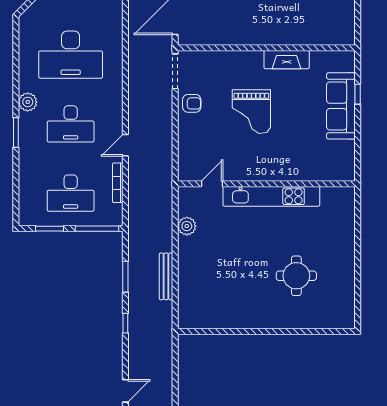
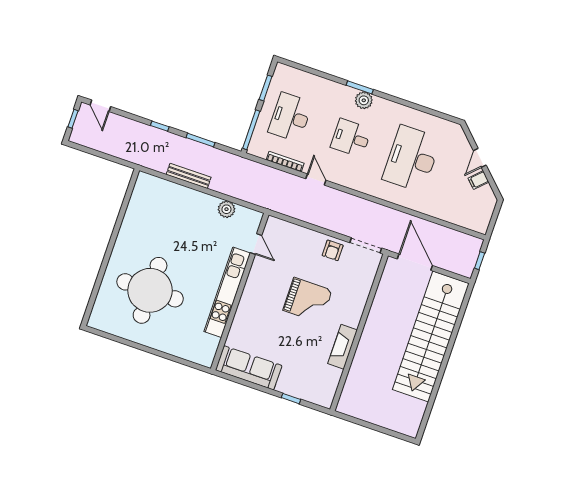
plant: (28, 102) -> (364, 100), moved
sofa: (341, 106) -> (249, 368), moved
grand piano: (251, 112) -> (308, 300), turned 180
desk: (71, 124) -> (351, 138), width x0.73
round table: (296, 276) -> (150, 290), width x1.86, depth x1.86

